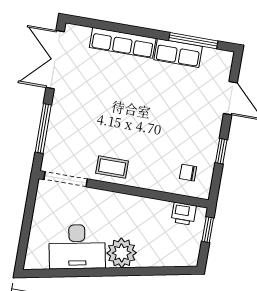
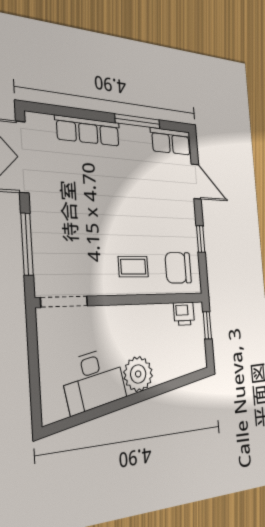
window: (193, 41) -> (138, 121), moved
row of seats: (178, 53) -> (171, 141), moved
coffee table: (112, 167) -> (133, 267), moved
chair: (188, 173) -> (178, 268), width x1.87, depth x1.87

